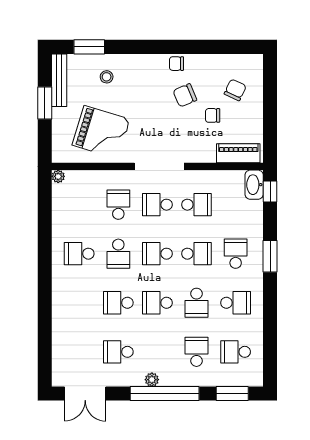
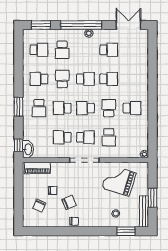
school desk: (157, 254) -> (85, 108), turned 180

